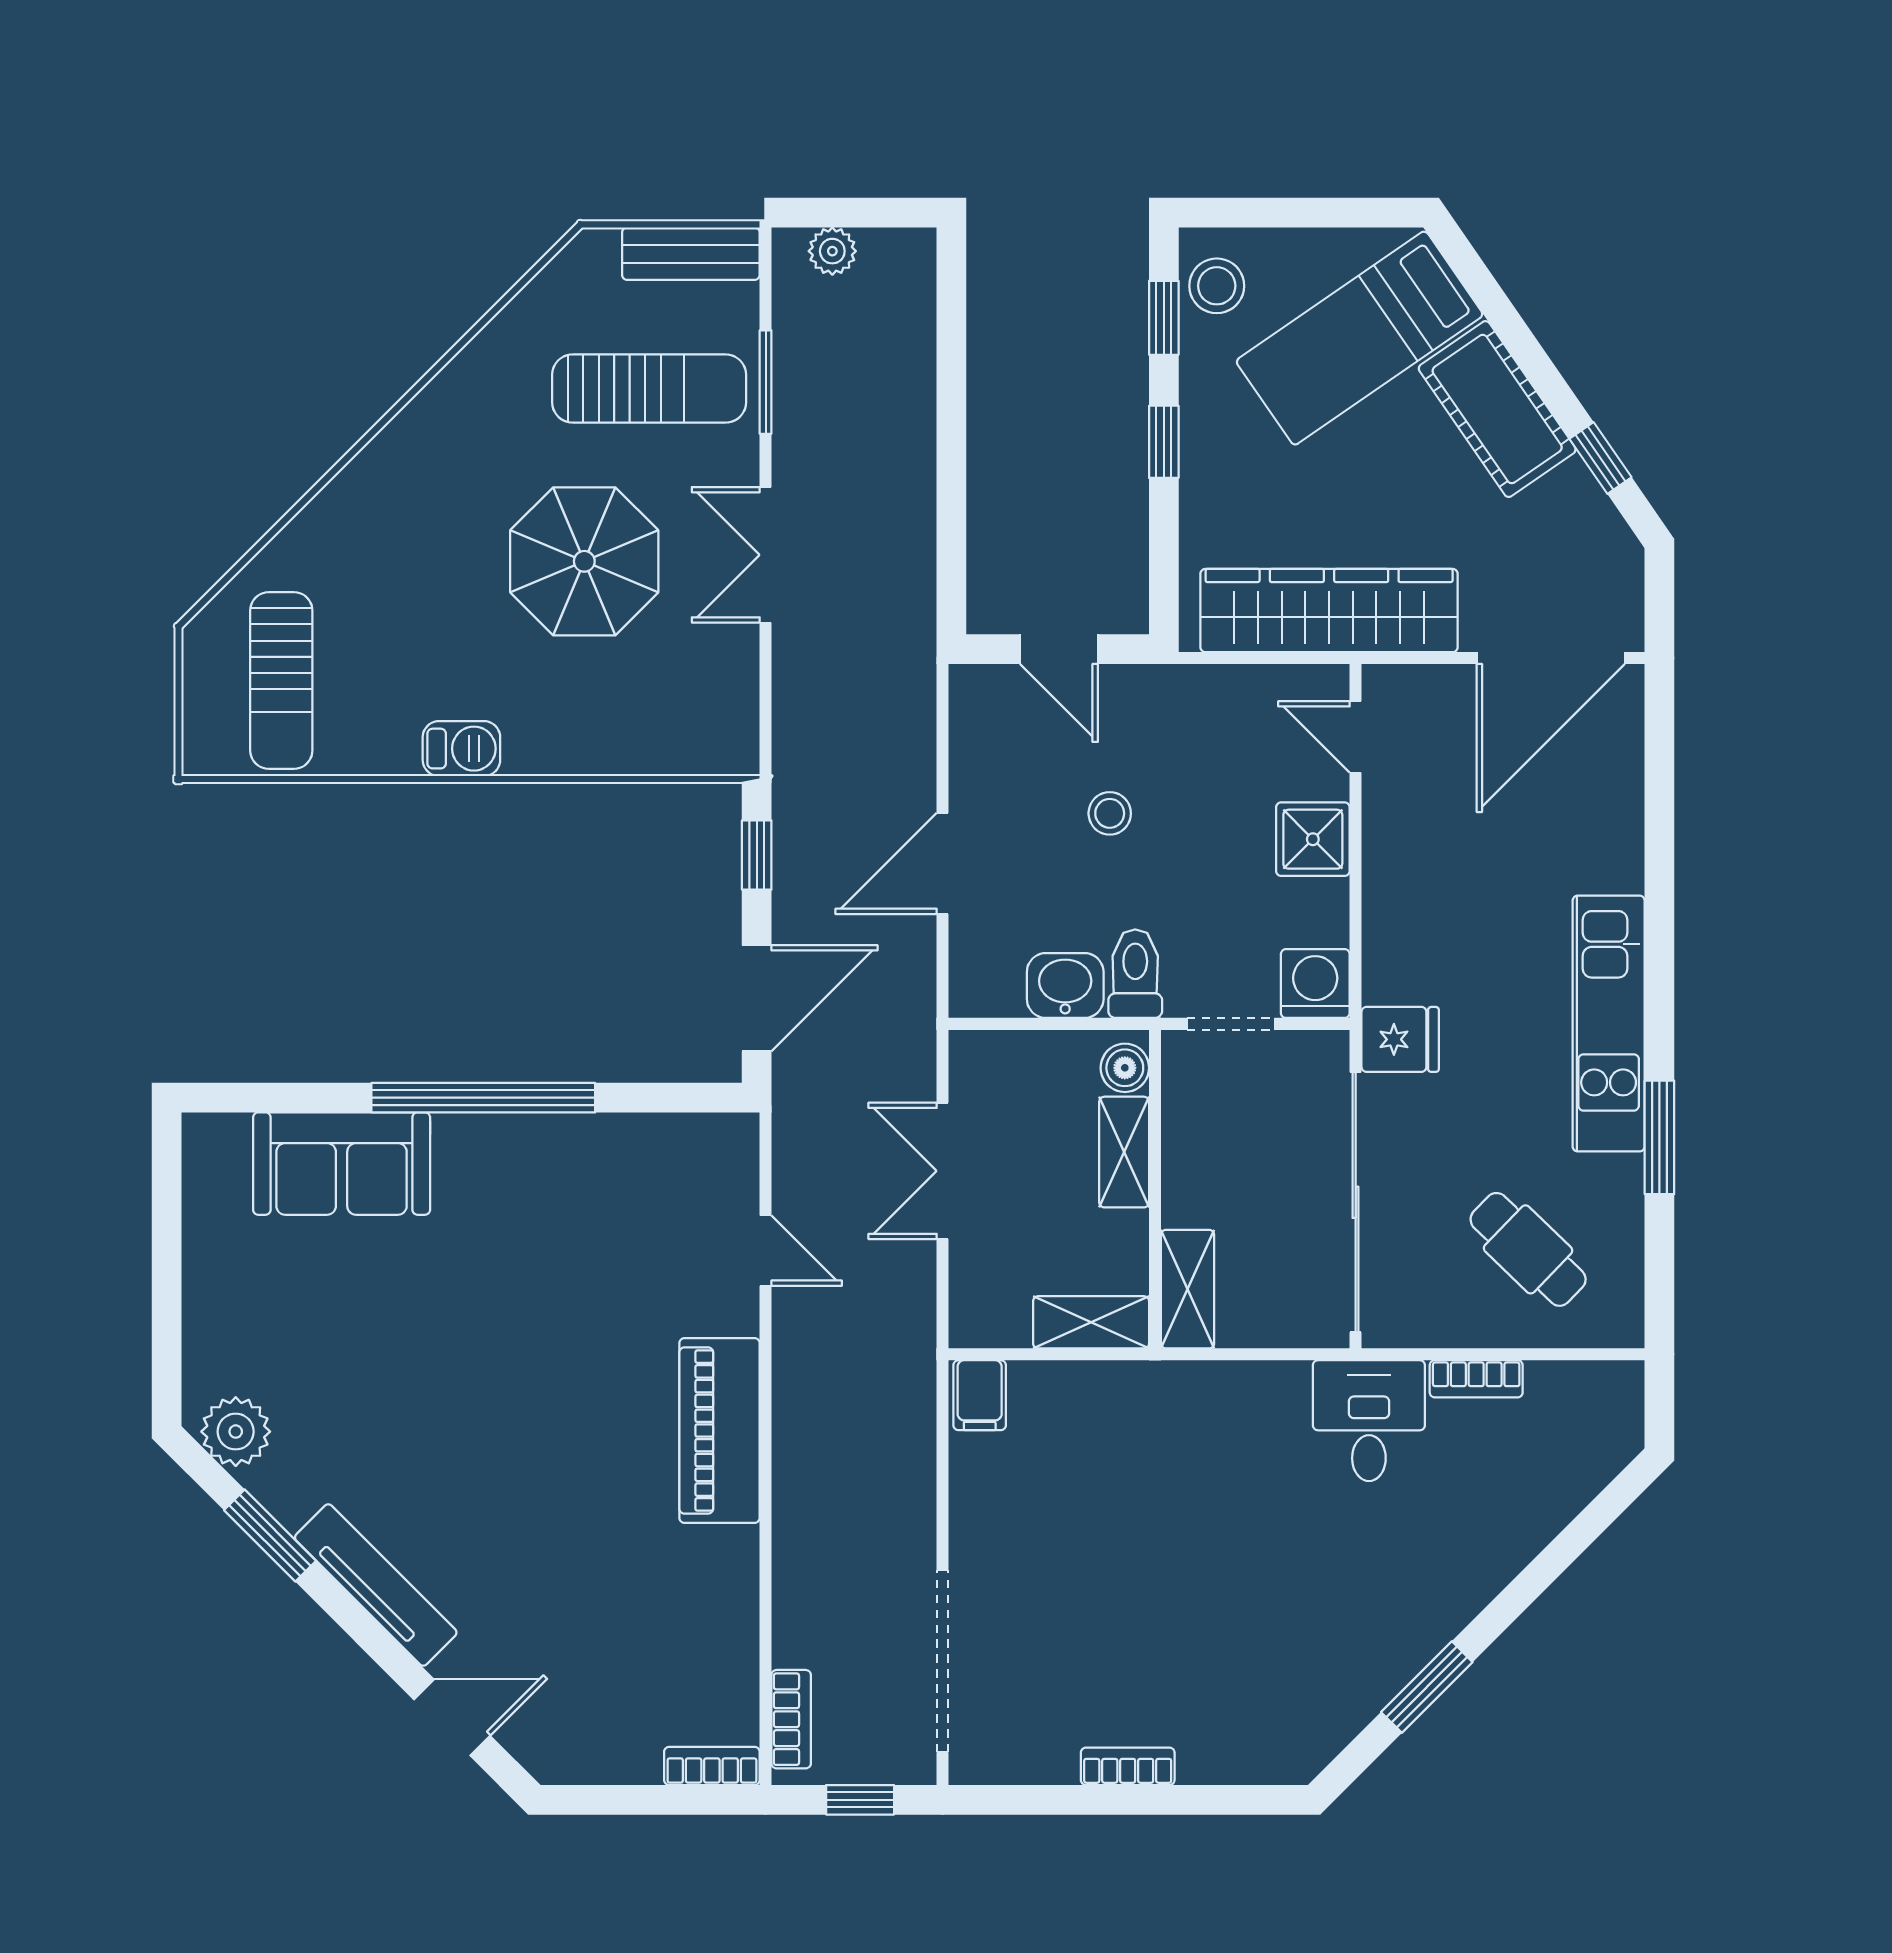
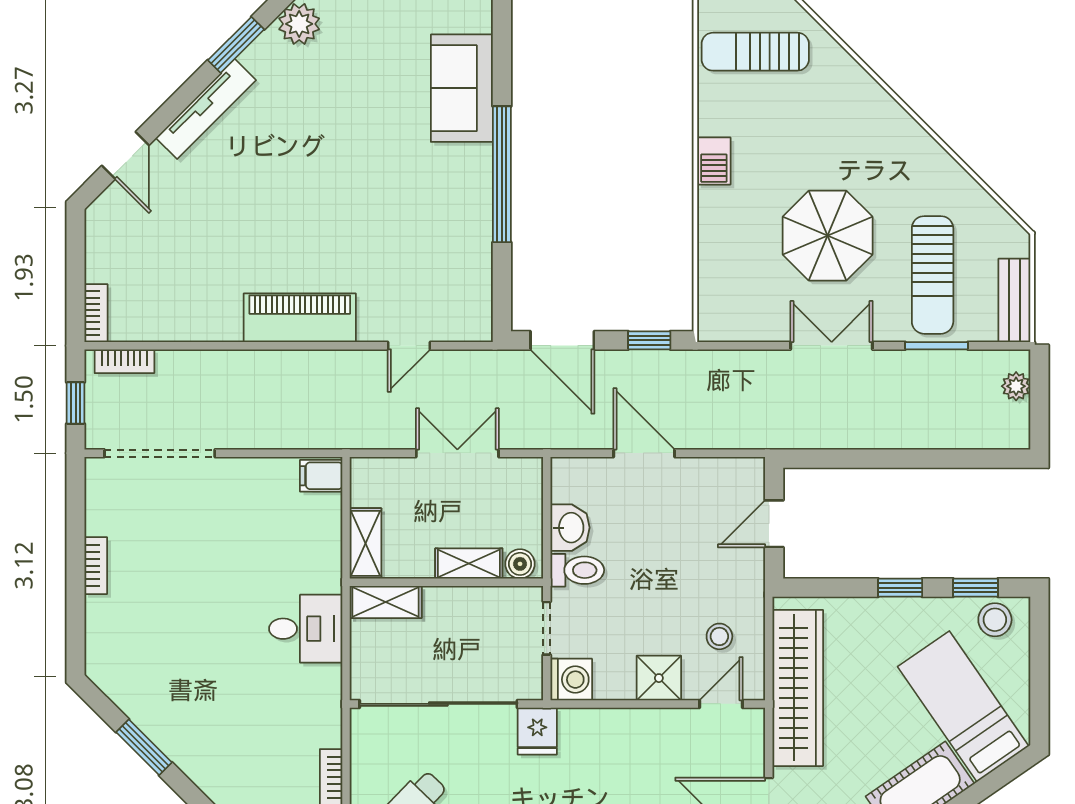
stool: (1110, 813) -> (719, 636), moved
desk: (1369, 1421) -> (306, 629), moved

